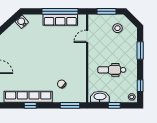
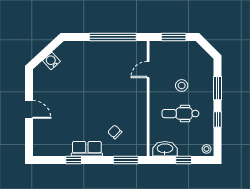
row of seats: (60, 20) -> (113, 48), removed
water cooler: (22, 22) -> (51, 61), moved
stool: (118, 28) -> (182, 85), moved
window: (140, 86) -> (217, 120), moved
row of seats: (28, 97) -> (87, 149), width x0.50

